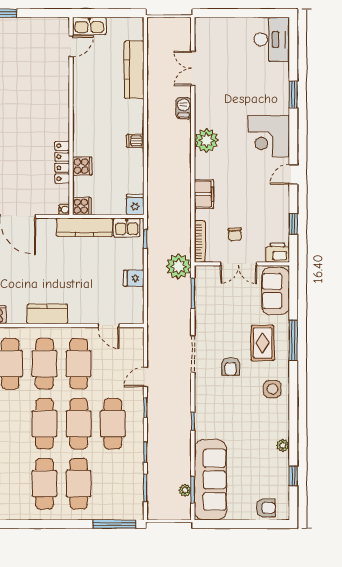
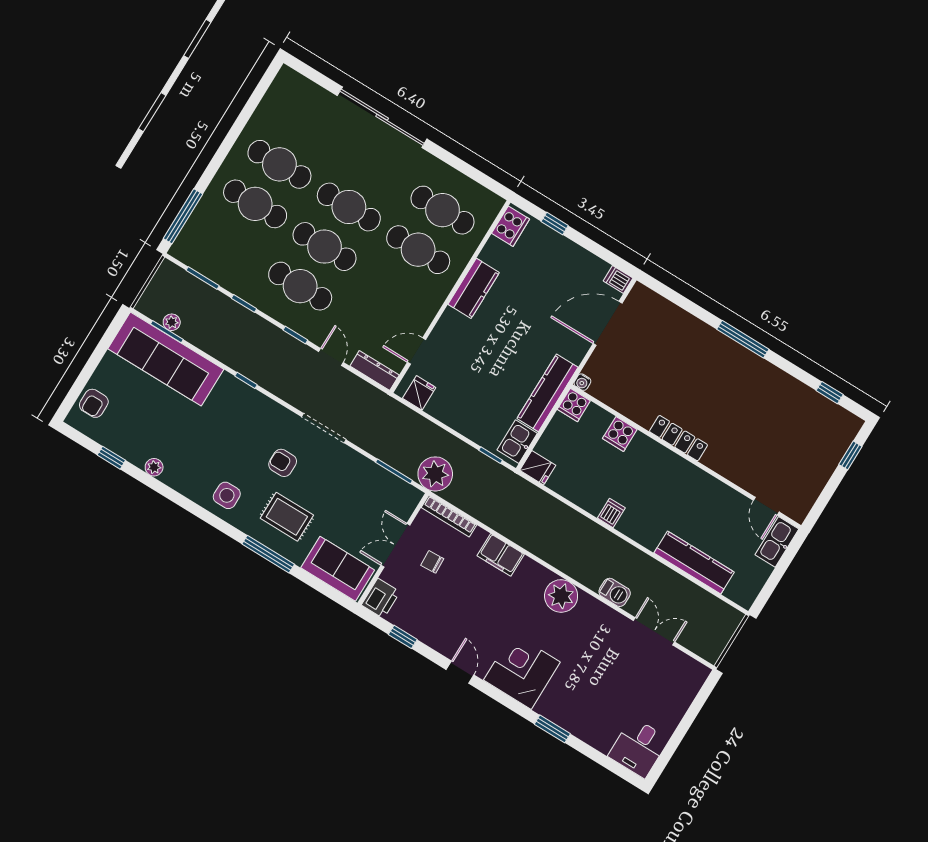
desk: (272, 39) -> (638, 748), width x0.73
locker: (62, 162) -> (678, 438), moved
fridge: (134, 278) -> (419, 393), moved
dresser: (137, 344) -> (375, 370), added
cafe table: (79, 364) -> (394, 289), removed

